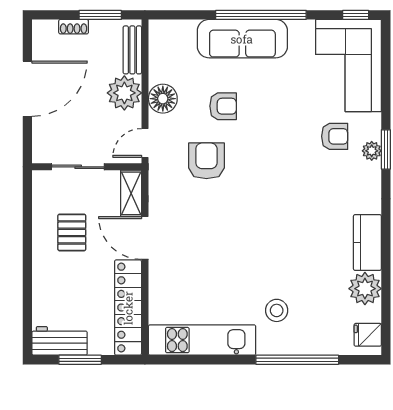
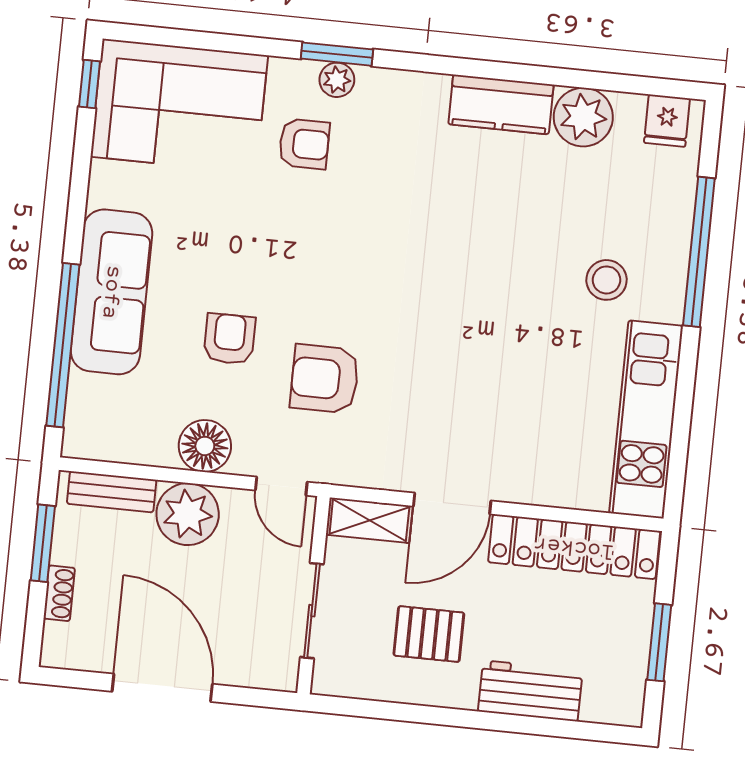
window: (261, 15) -> (63, 345), moved
armchair: (335, 136) -> (304, 144), turned 90
workbench: (60, 341) -> (530, 691), moved, turned 90

